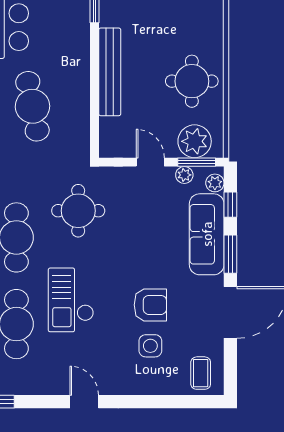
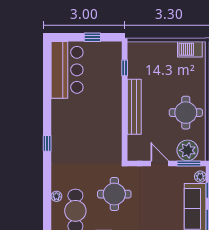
cafe table: (32, 106) -> (86, 128), removed
plant: (184, 175) -> (181, 172), removed

